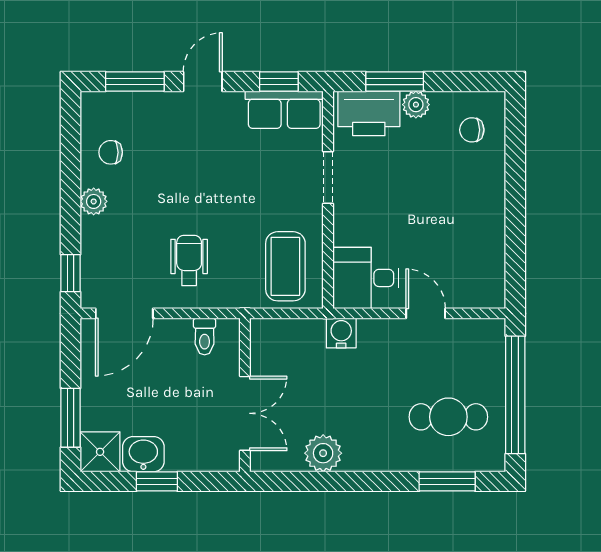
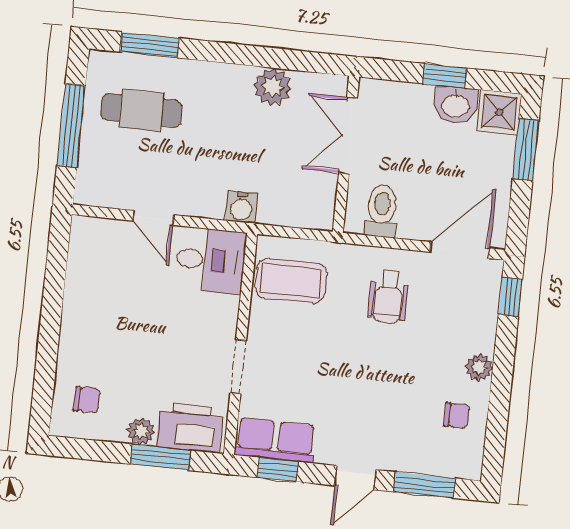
coffee table: (285, 266) -> (291, 281), turned 90
toilet: (205, 337) -> (382, 211), width x1.37, depth x1.39
window: (515, 395) -> (71, 126), width x0.68

